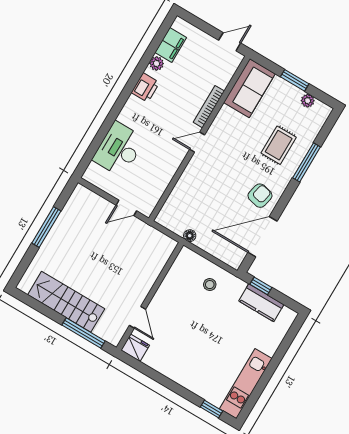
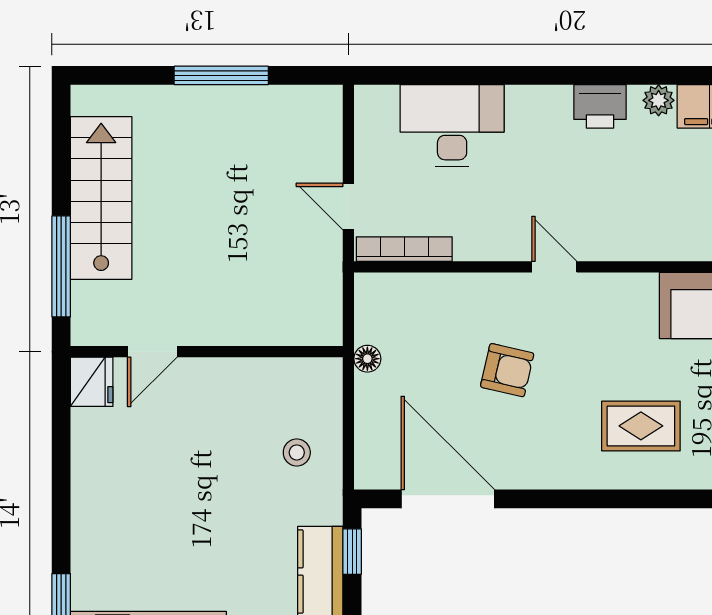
bookcase: (209, 107) -> (404, 249), moved
window: (307, 162) -> (640, 499), removed
armchair: (260, 196) -> (507, 370), moved

